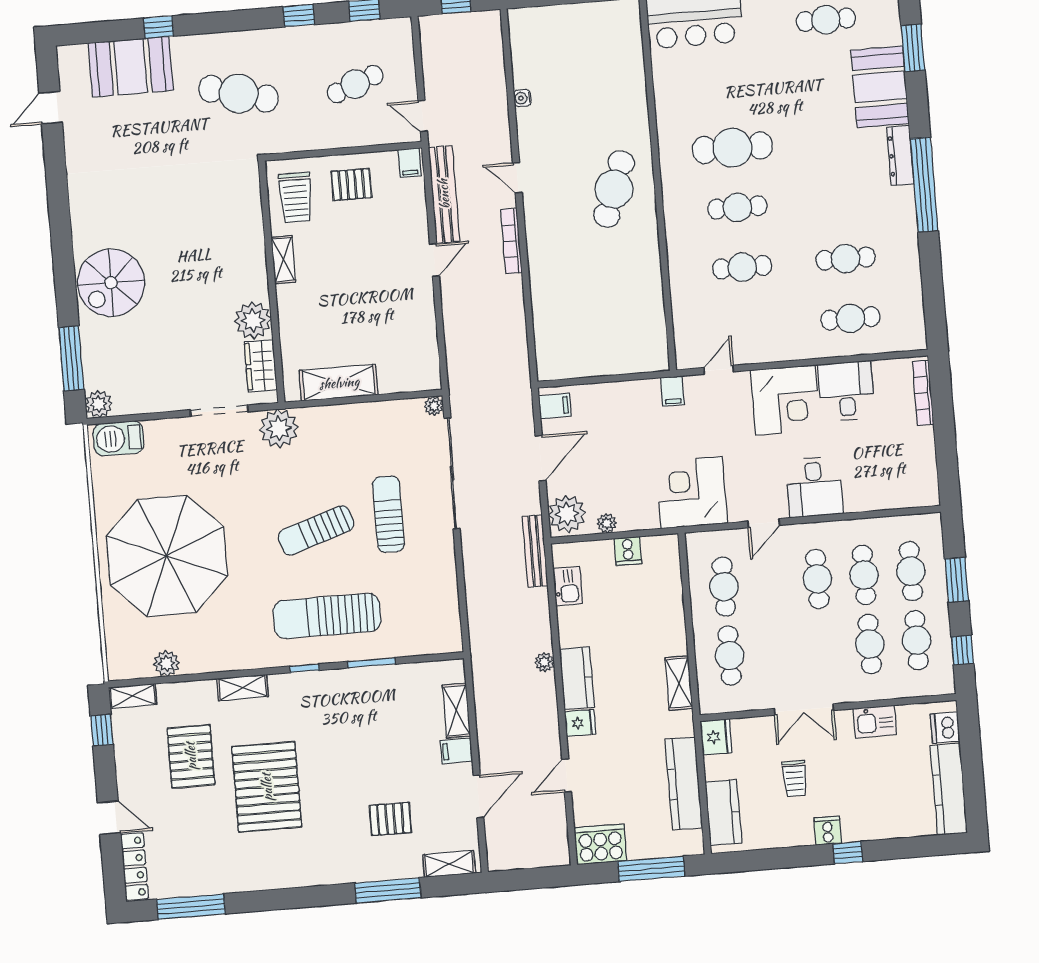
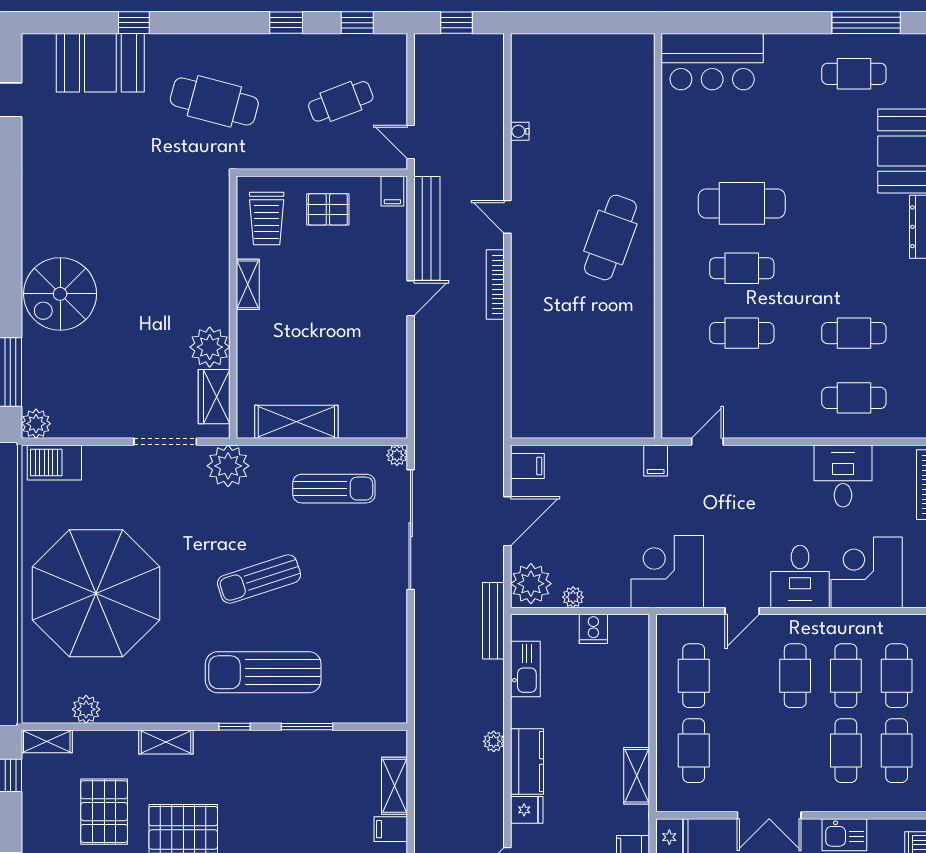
corner desk: (785, 400) -> (867, 572), moved, turned 180
sun lounger: (388, 514) -> (334, 489), moved, turned 90
kitchen sink: (568, 586) -> (525, 669), width x1.38

